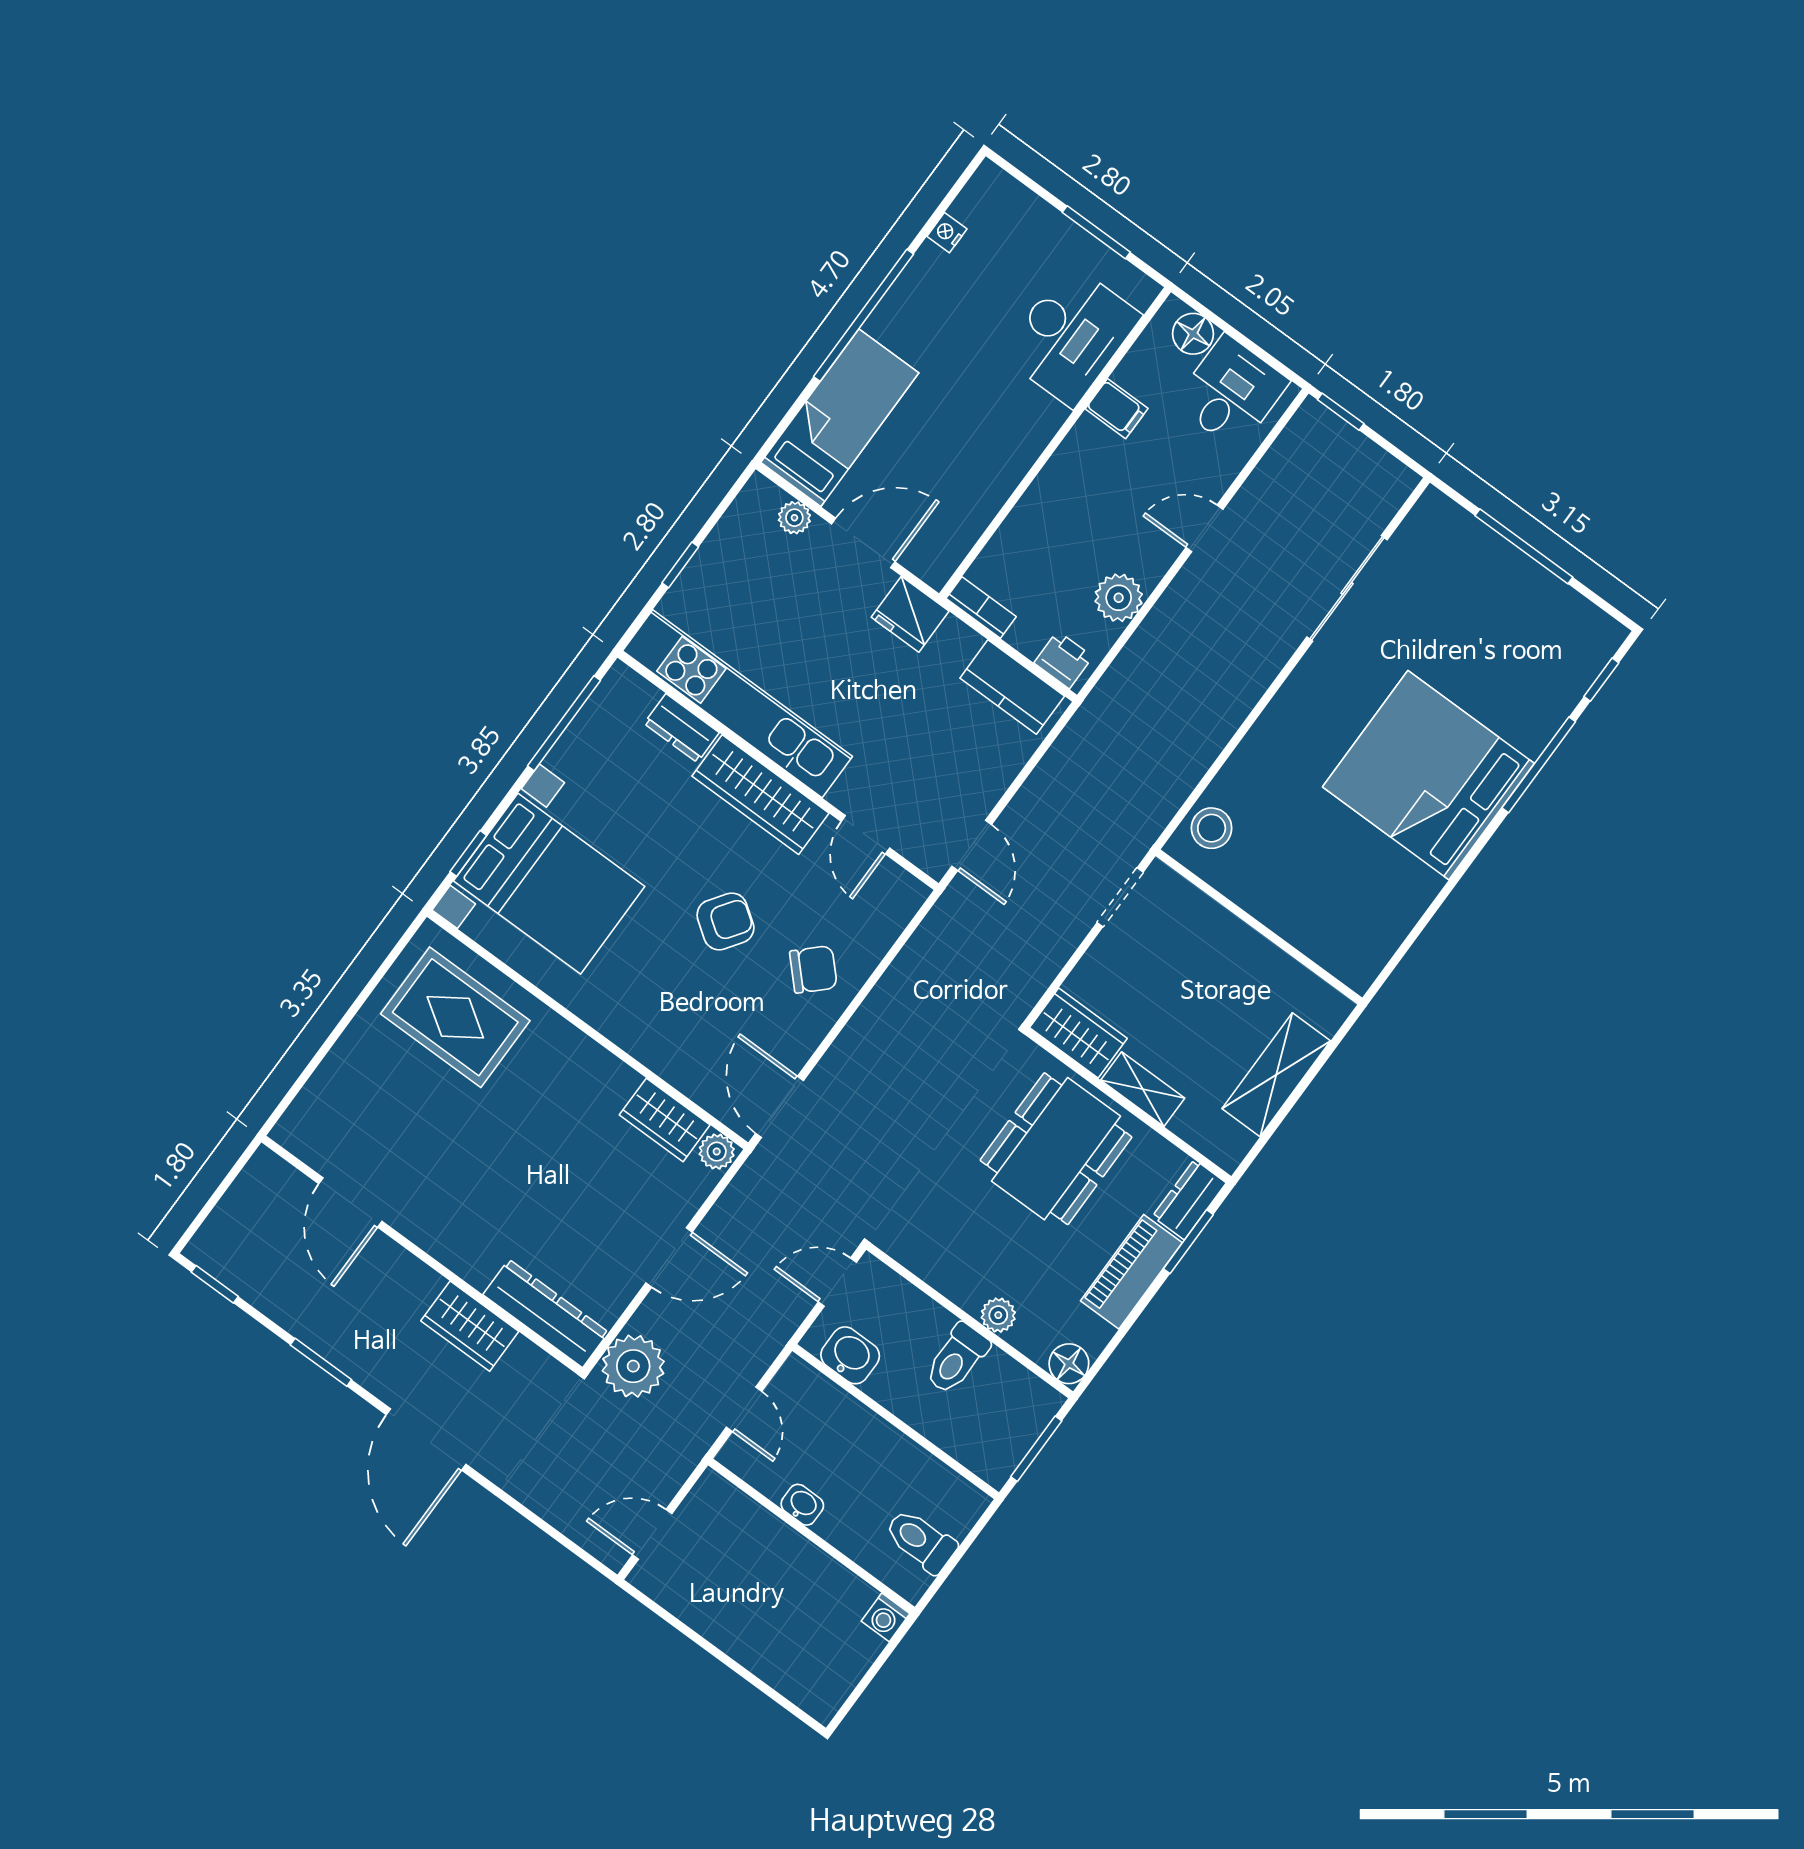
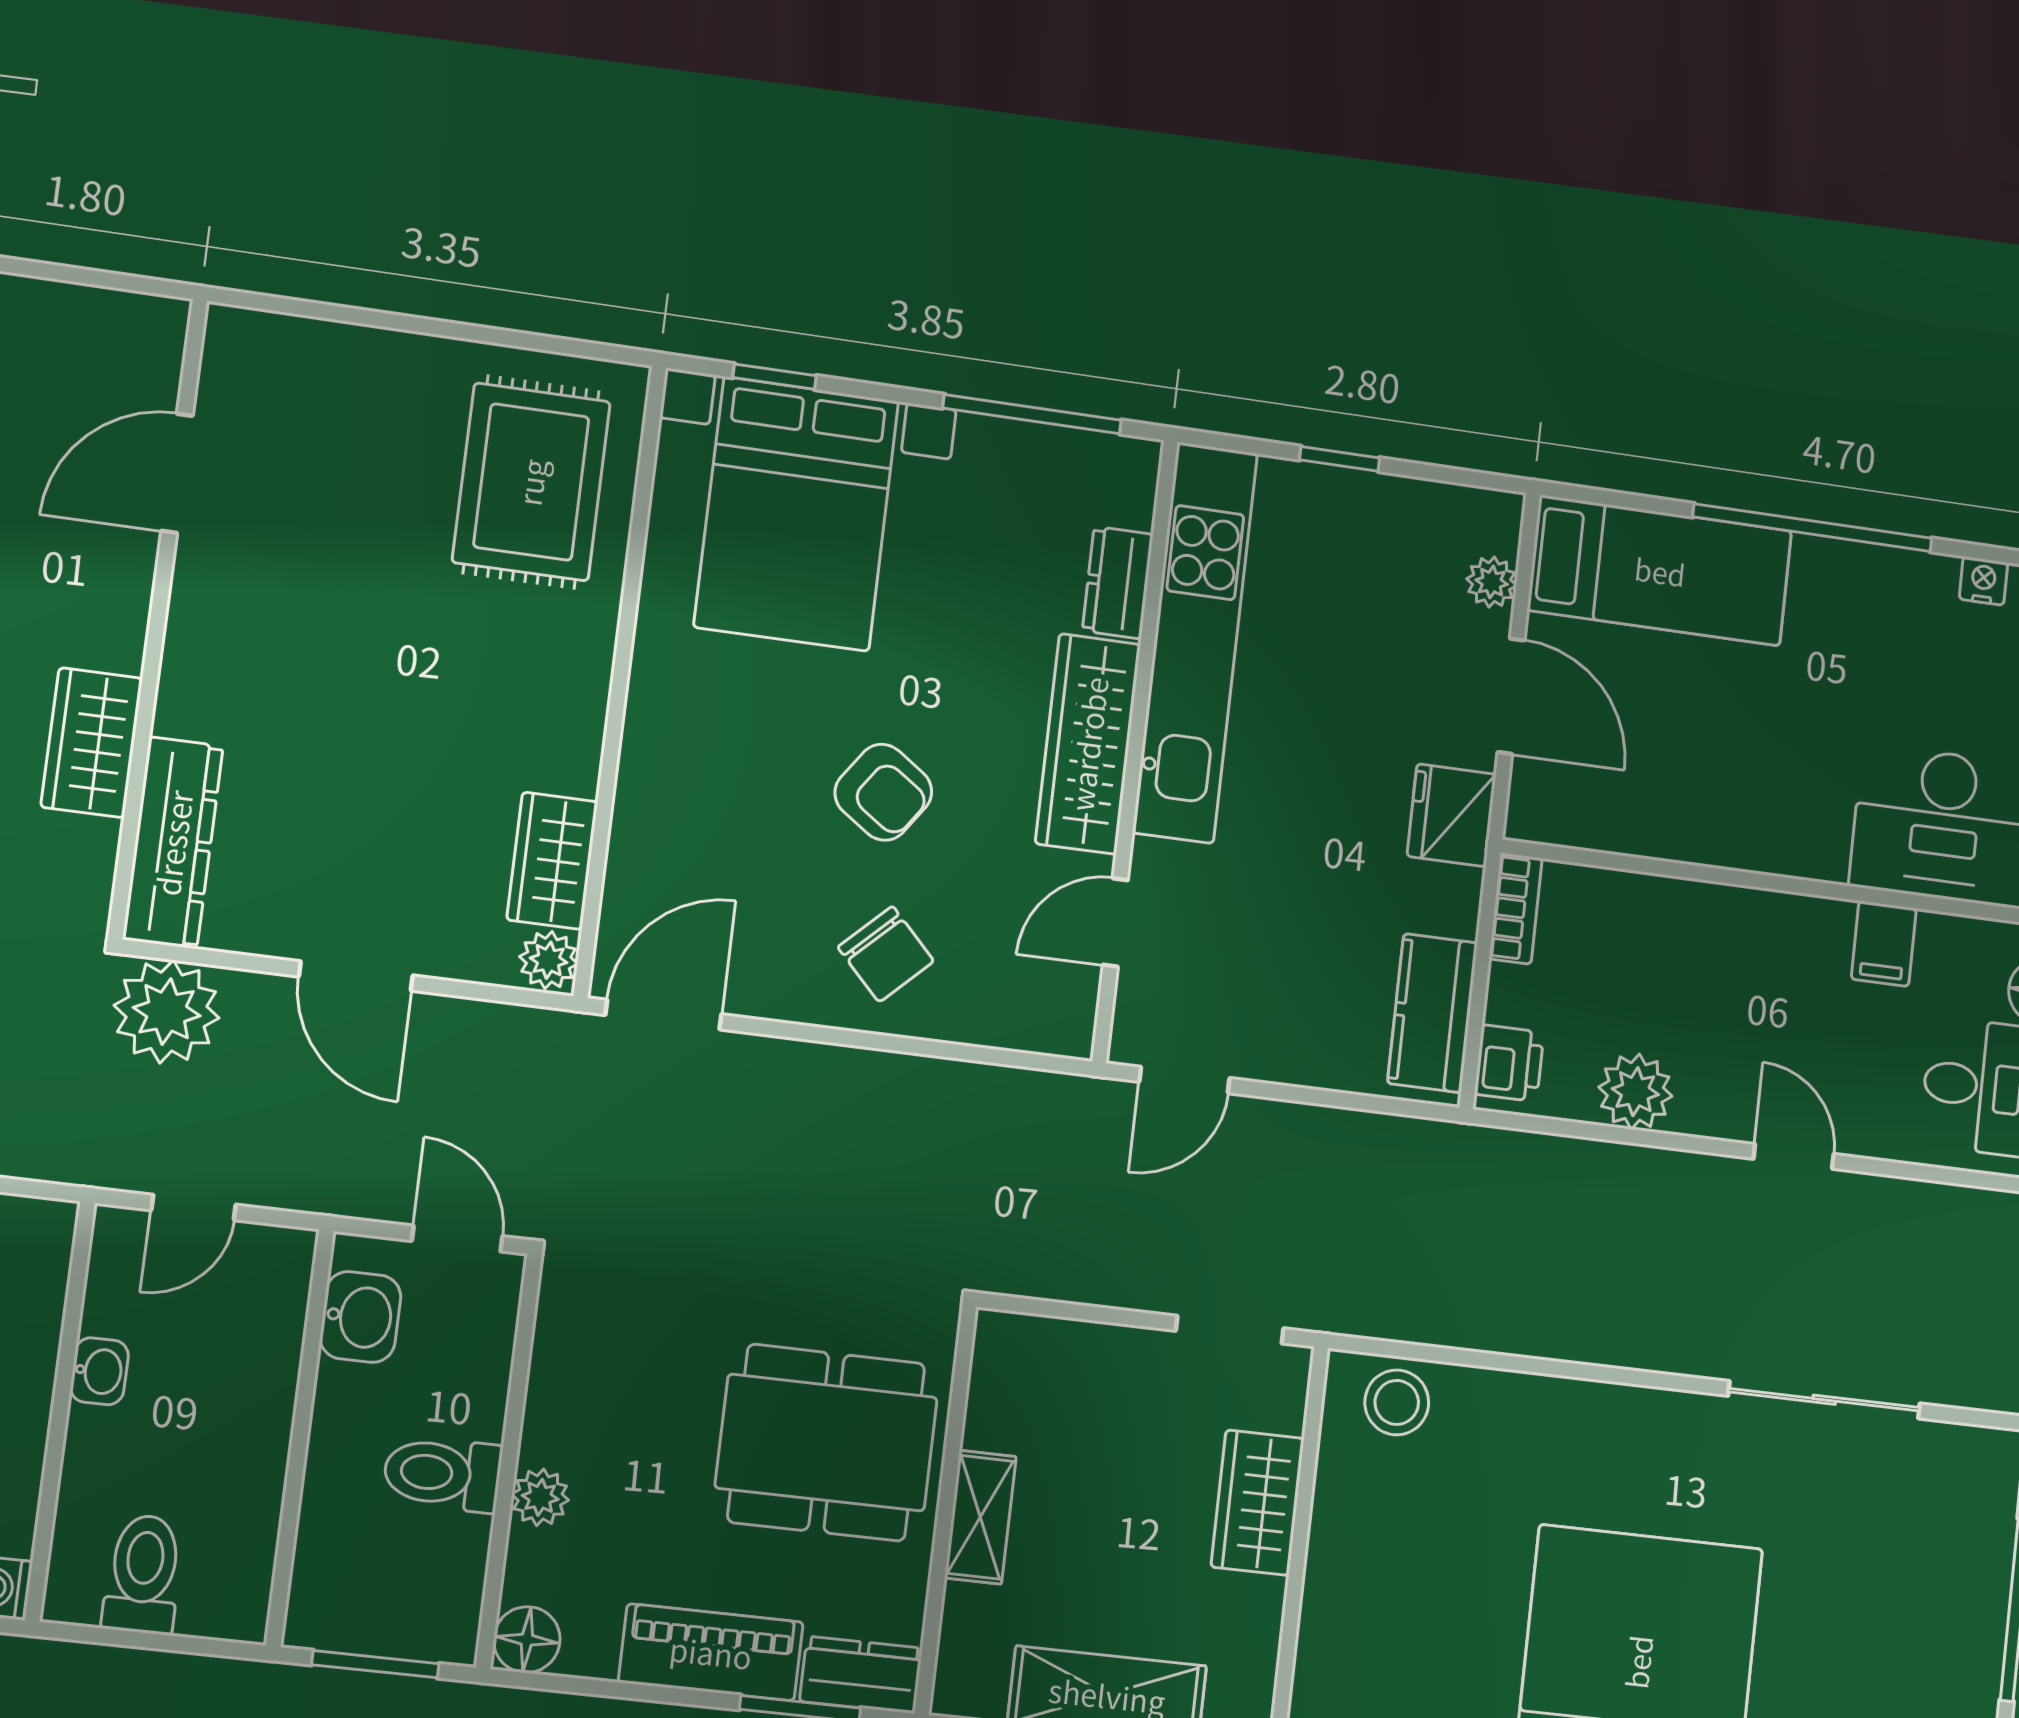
wardrobe: (1078, 1033) -> (1258, 1503), moved, turned 180

